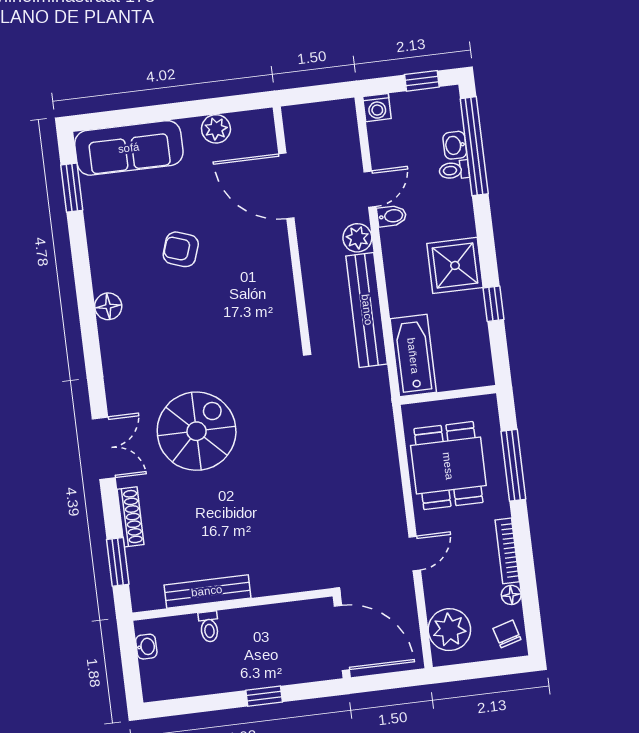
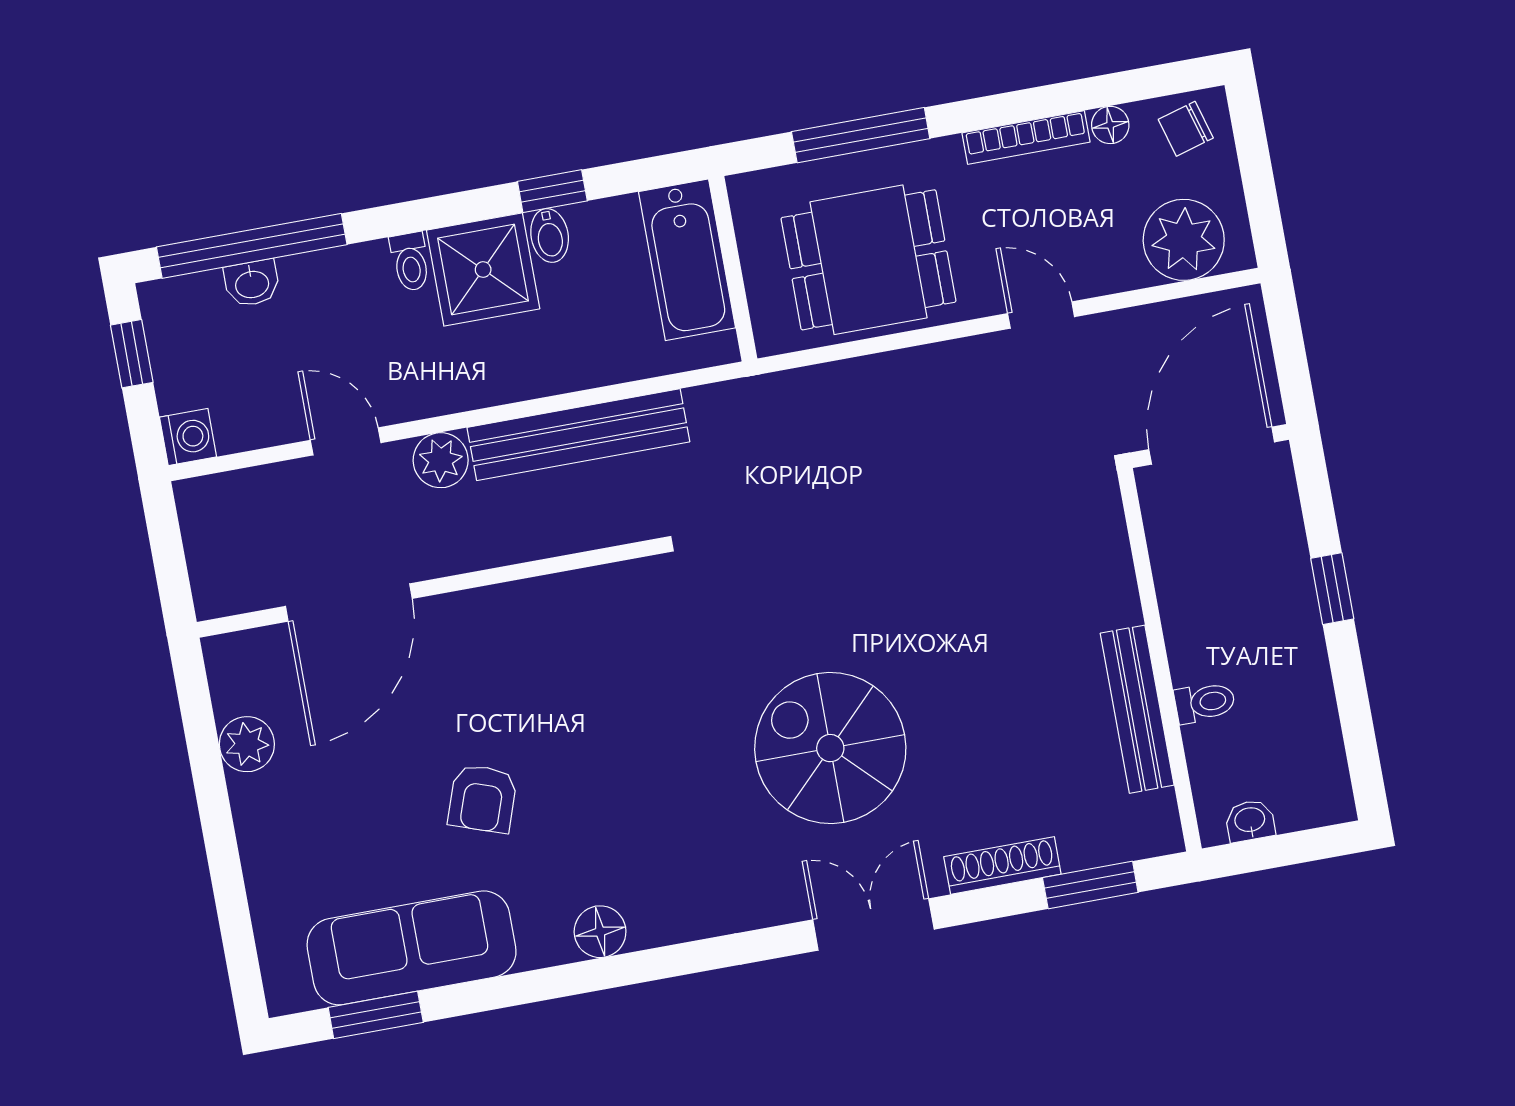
sofa: (129, 148) -> (412, 948), moved, turned -90
toilet: (454, 170) -> (410, 262), moved
bidet: (392, 216) -> (550, 235), moved, turned 180
bathtub: (413, 356) -> (687, 260), moved, turned -90

